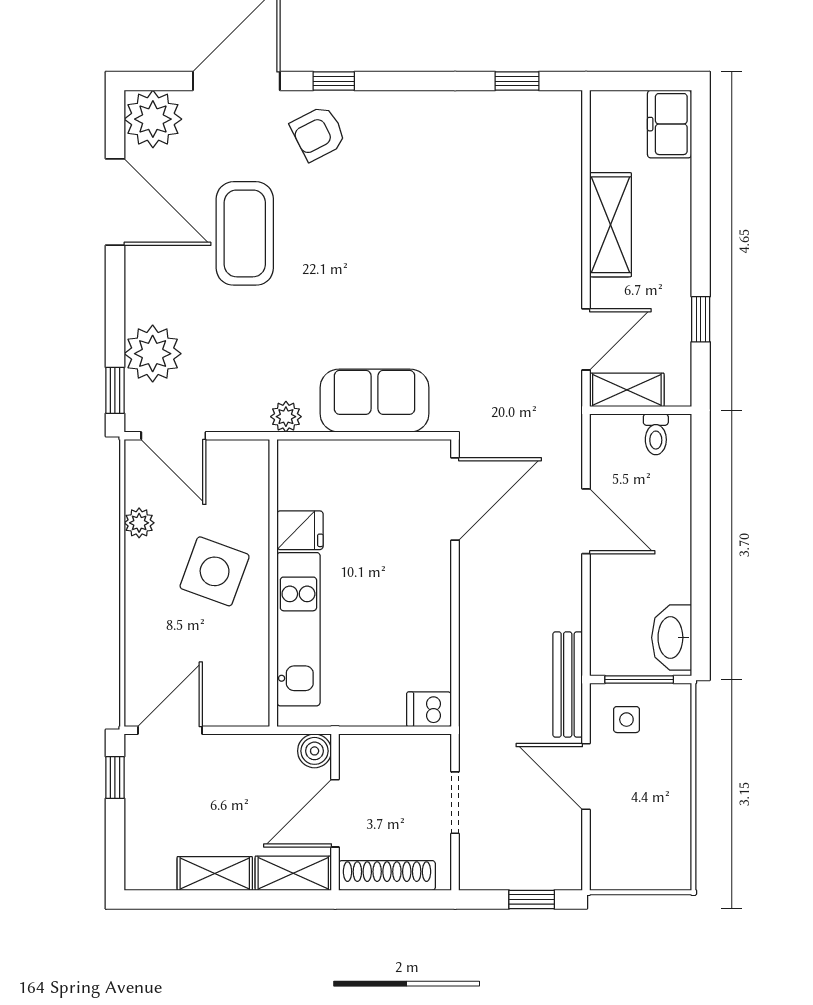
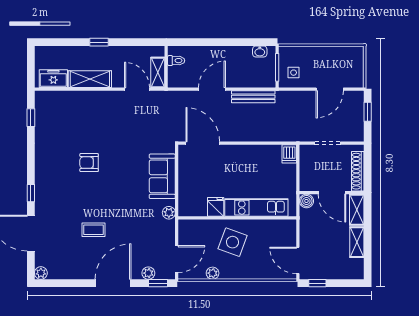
plant: (153, 119) -> (41, 273), width x0.53, depth x0.53
freezer: (670, 124) -> (53, 79), moved, turned 180
armchair: (318, 133) -> (89, 163), moved, turned 117
door: (115, 202) -> (113, 283), moved
coffee table: (245, 233) -> (93, 230), width x0.54, depth x0.58
window: (701, 319) -> (99, 42), moved
plant: (153, 354) -> (148, 273), width x0.53, depth x0.53
washbasin: (672, 638) -> (260, 51), width x0.52, depth x0.69
bench: (568, 684) -> (253, 97), moved
door: (586, 777) -> (330, 89), moved

